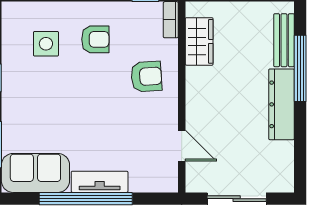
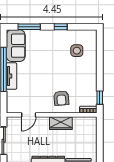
armchair: (95, 39) -> (79, 74), removed
wardrobe: (199, 41) -> (61, 123), moved

